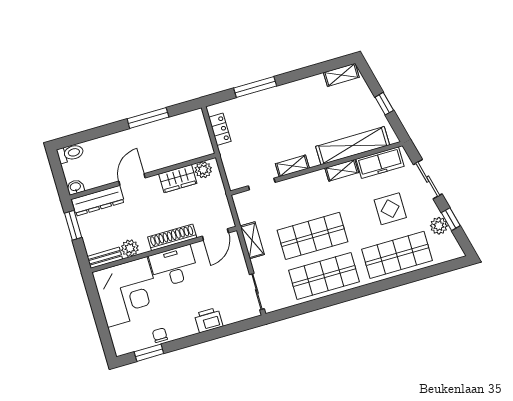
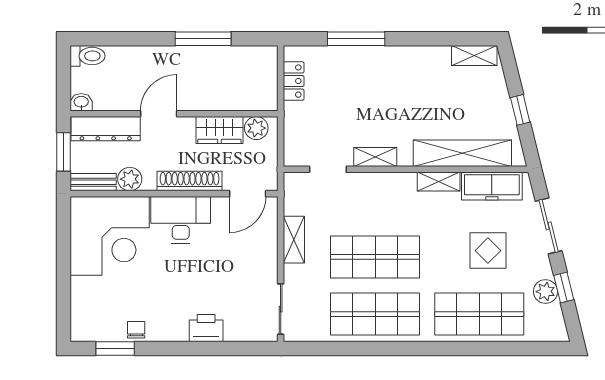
door: (215, 235) -> (248, 194), moved
shoe rack: (172, 237) -> (190, 181), moved
plant: (130, 248) -> (130, 179), moved
wall: (164, 249) -> (174, 194), moved
bench: (105, 258) -> (93, 182), moved
desk: (174, 266) -> (181, 220), moved
corner desk: (127, 292) -> (110, 236), moved

